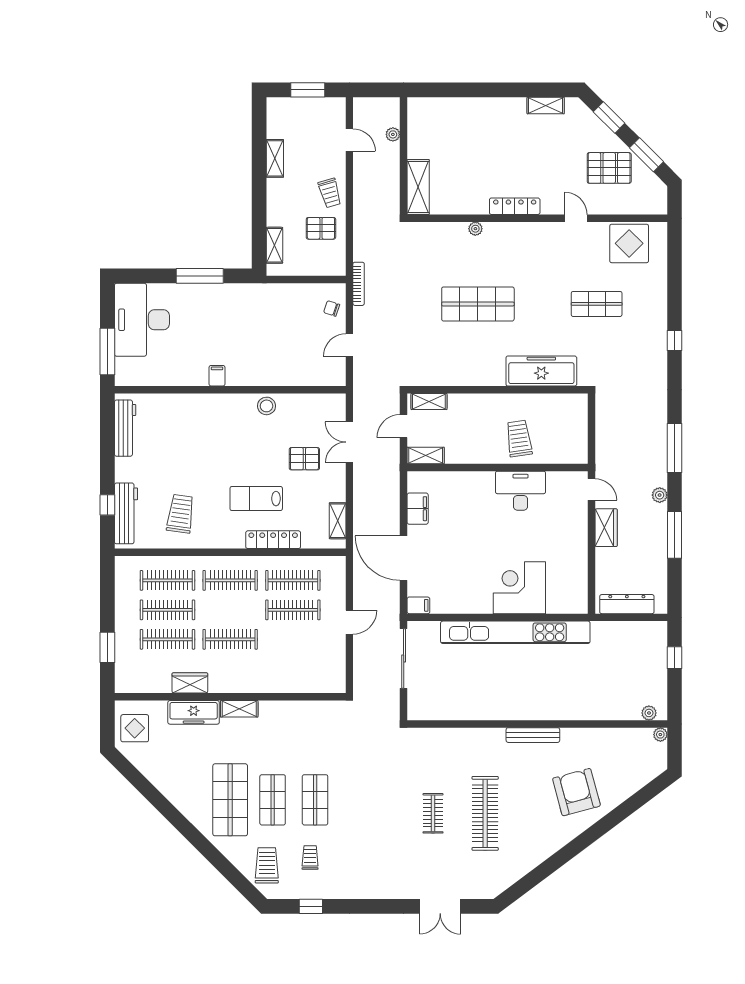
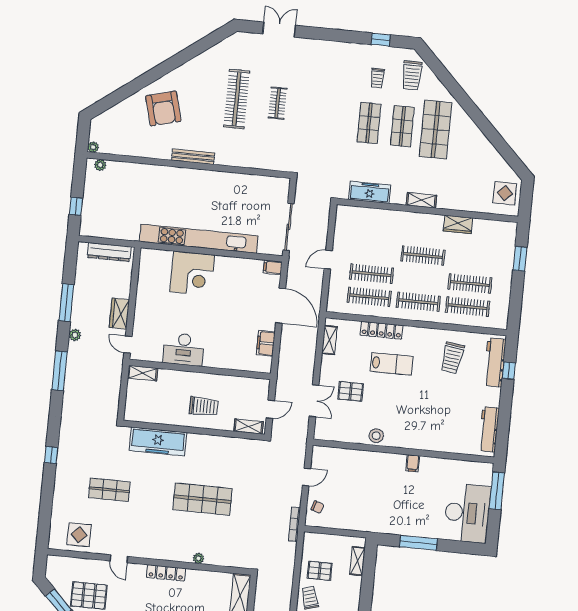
display table: (629, 243) -> (79, 535), width x0.73, depth x0.73
trolley: (519, 438) -> (204, 406), moved, turned -82
shelving: (426, 456) -> (143, 373), moved
clothes rail: (167, 639) -> (472, 260), removed
freezer: (194, 712) -> (370, 192), moved

